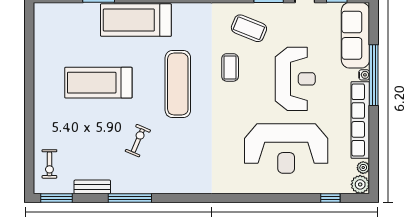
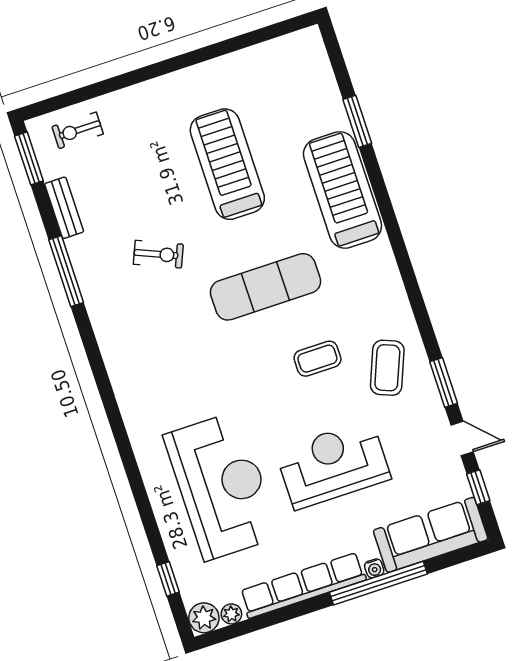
reception desk: (295, 79) -> (333, 465), turned 180
reception desk: (286, 148) -> (222, 486), turned 180

